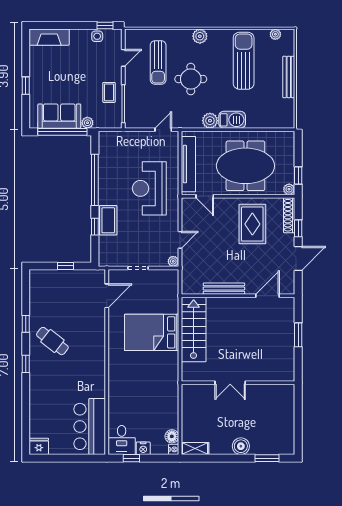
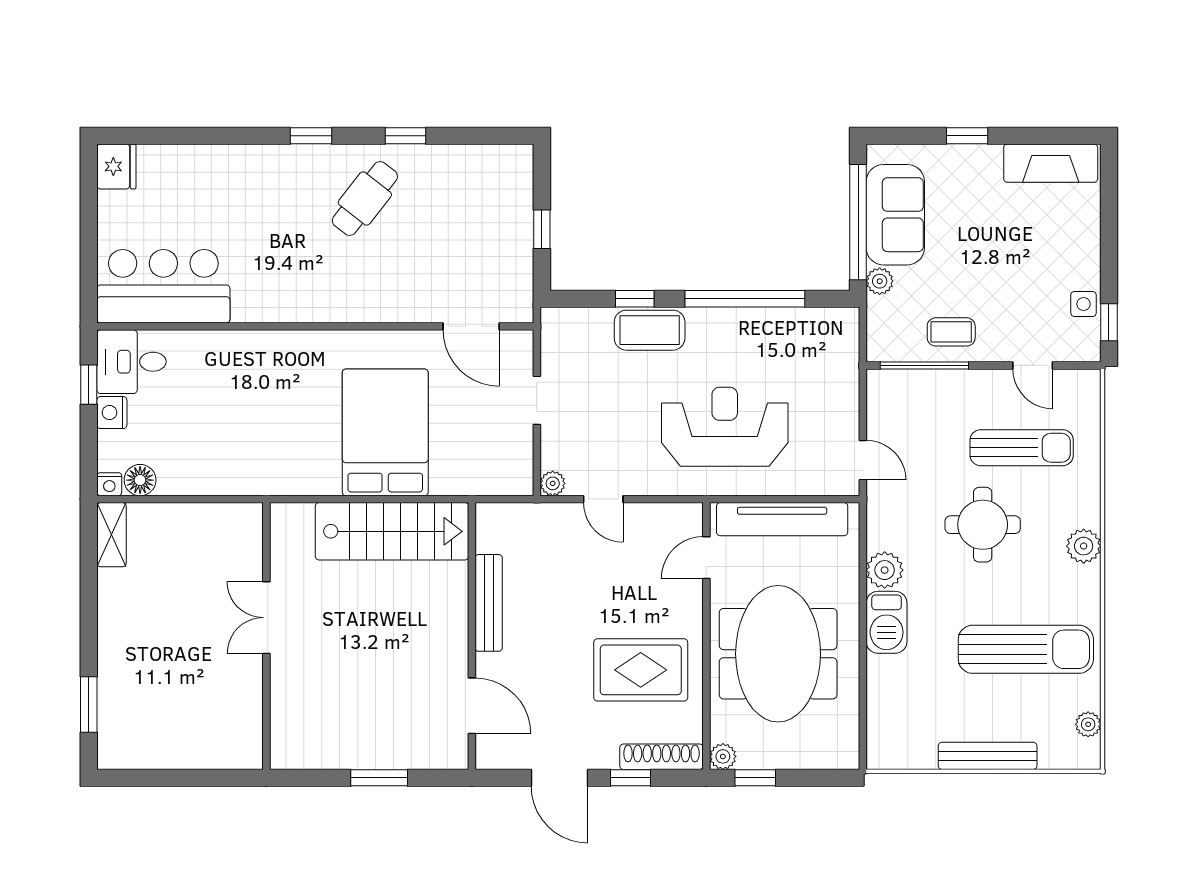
fireplace: (49, 37) -> (1051, 163), moved, turned -90
sun lounger: (158, 62) -> (1022, 448), turned 180
boiler: (241, 446) -> (117, 643), removed

